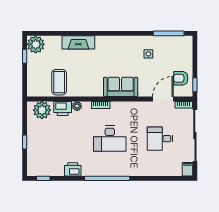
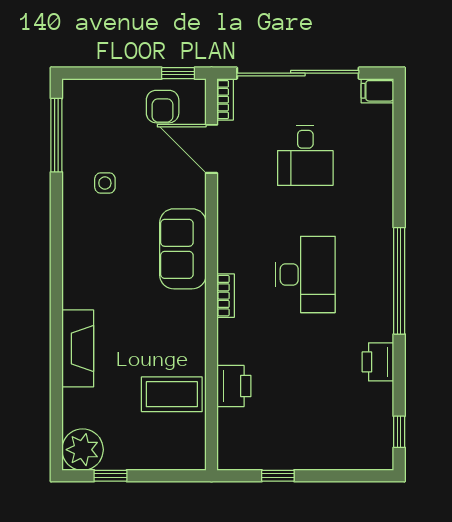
plant: (77, 106) -> (228, 352), removed
plant: (42, 110) -> (238, 435), removed
window: (25, 142) -> (278, 476), moved

